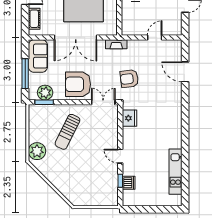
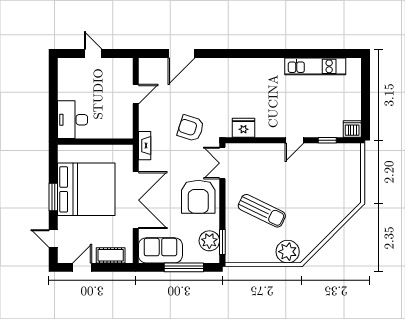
door: (155, 37) -> (136, 94), swing flipped
armchair: (129, 79) -> (191, 128), turned 115
dishwasher: (129, 183) -> (352, 129), moved

